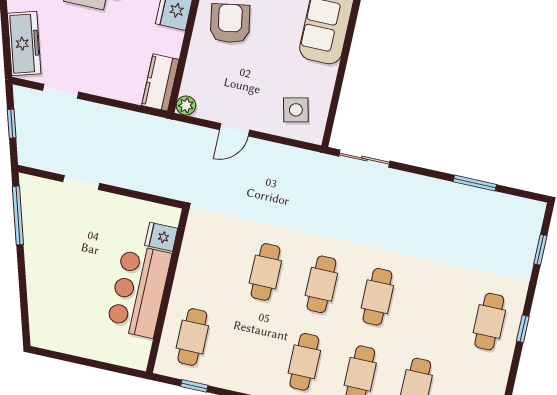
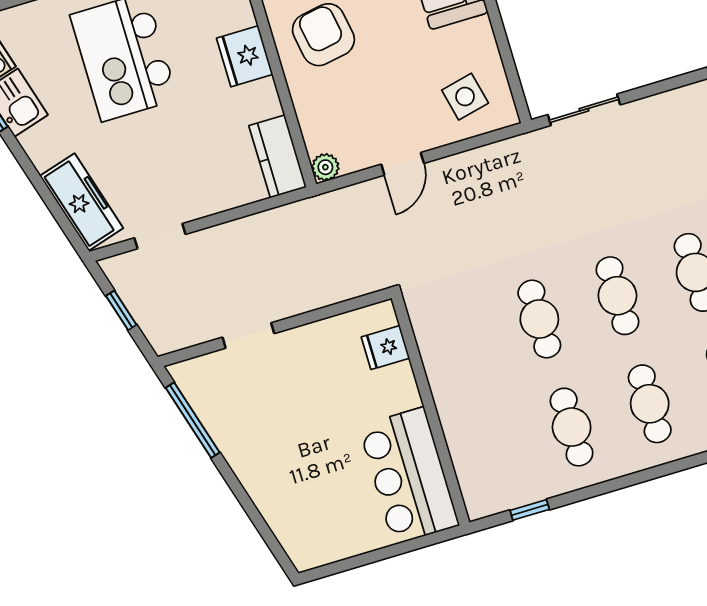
bar counter: (139, 291) -> (409, 476), moved
cafe table: (192, 337) -> (572, 427), moved

